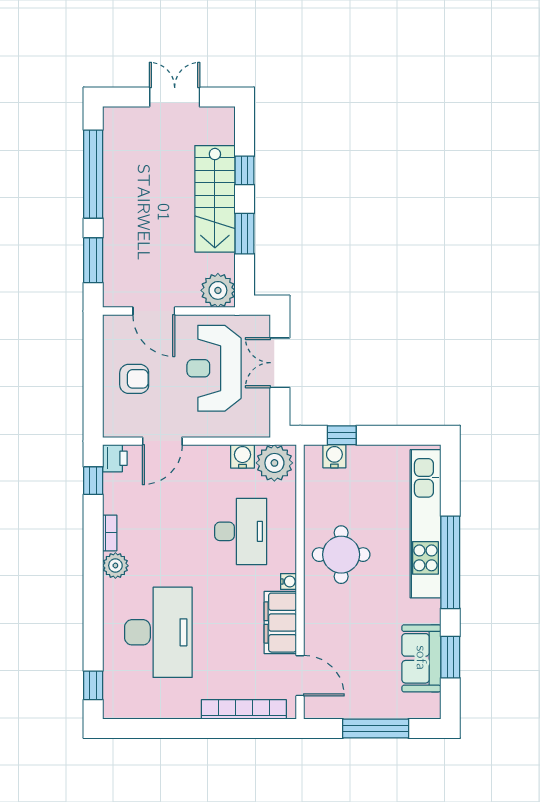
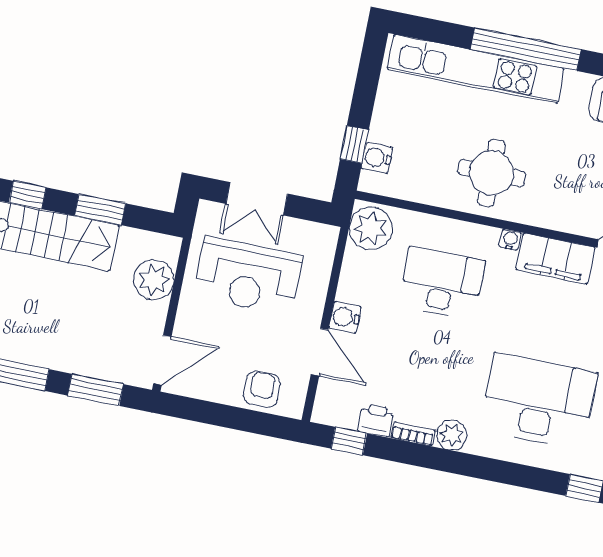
plant: (218, 290) -> (154, 280), moved
door: (154, 311) -> (162, 360), moved
armchair: (134, 379) -> (262, 389), moved
water cooler: (242, 456) -> (345, 317), moved
printer: (115, 458) -> (376, 420), moved

